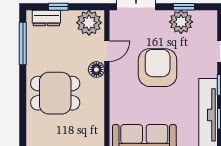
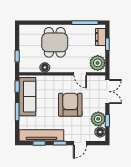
floor lamp: (203, 19) -> (100, 132), added
armchair: (158, 68) -> (70, 105), turned -90
floor lamp: (96, 70) -> (45, 67), moved

